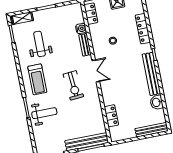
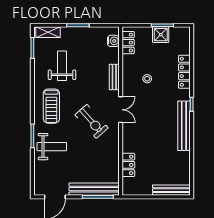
water cooler: (81, 28) -> (113, 41), moved
exercise bike: (73, 85) -> (92, 121), turned -37
washbasin: (157, 102) -> (183, 160), removed

